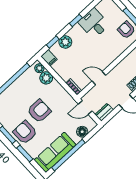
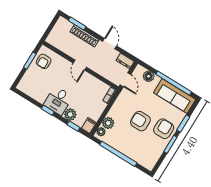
desk: (94, 23) -> (58, 101), moved
door: (99, 78) -> (80, 65), moved
armchair: (25, 132) -> (164, 129), turned 180

